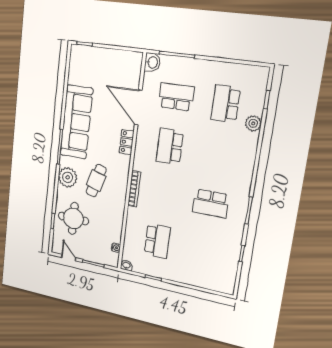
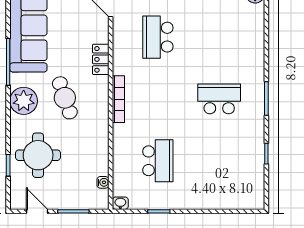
locker: (127, 142) -> (101, 59), moved
cafe table: (96, 181) -> (65, 98), turned -35
school desk: (211, 203) -> (219, 99), turned 180

